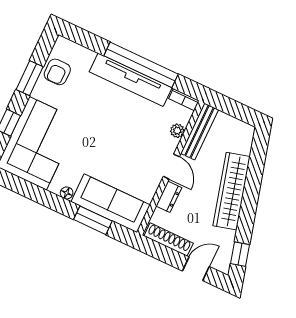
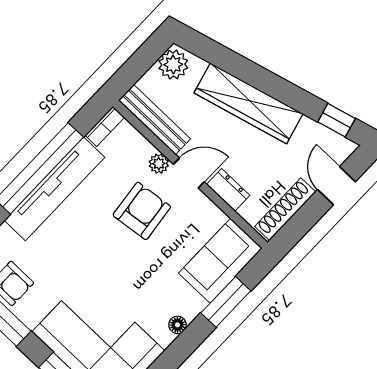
plant: (177, 131) -> (159, 164), moved
plant: (241, 132) -> (173, 65), added
armchair: (135, 143) -> (142, 211), added
sofa: (111, 203) -> (220, 261), width x0.73

